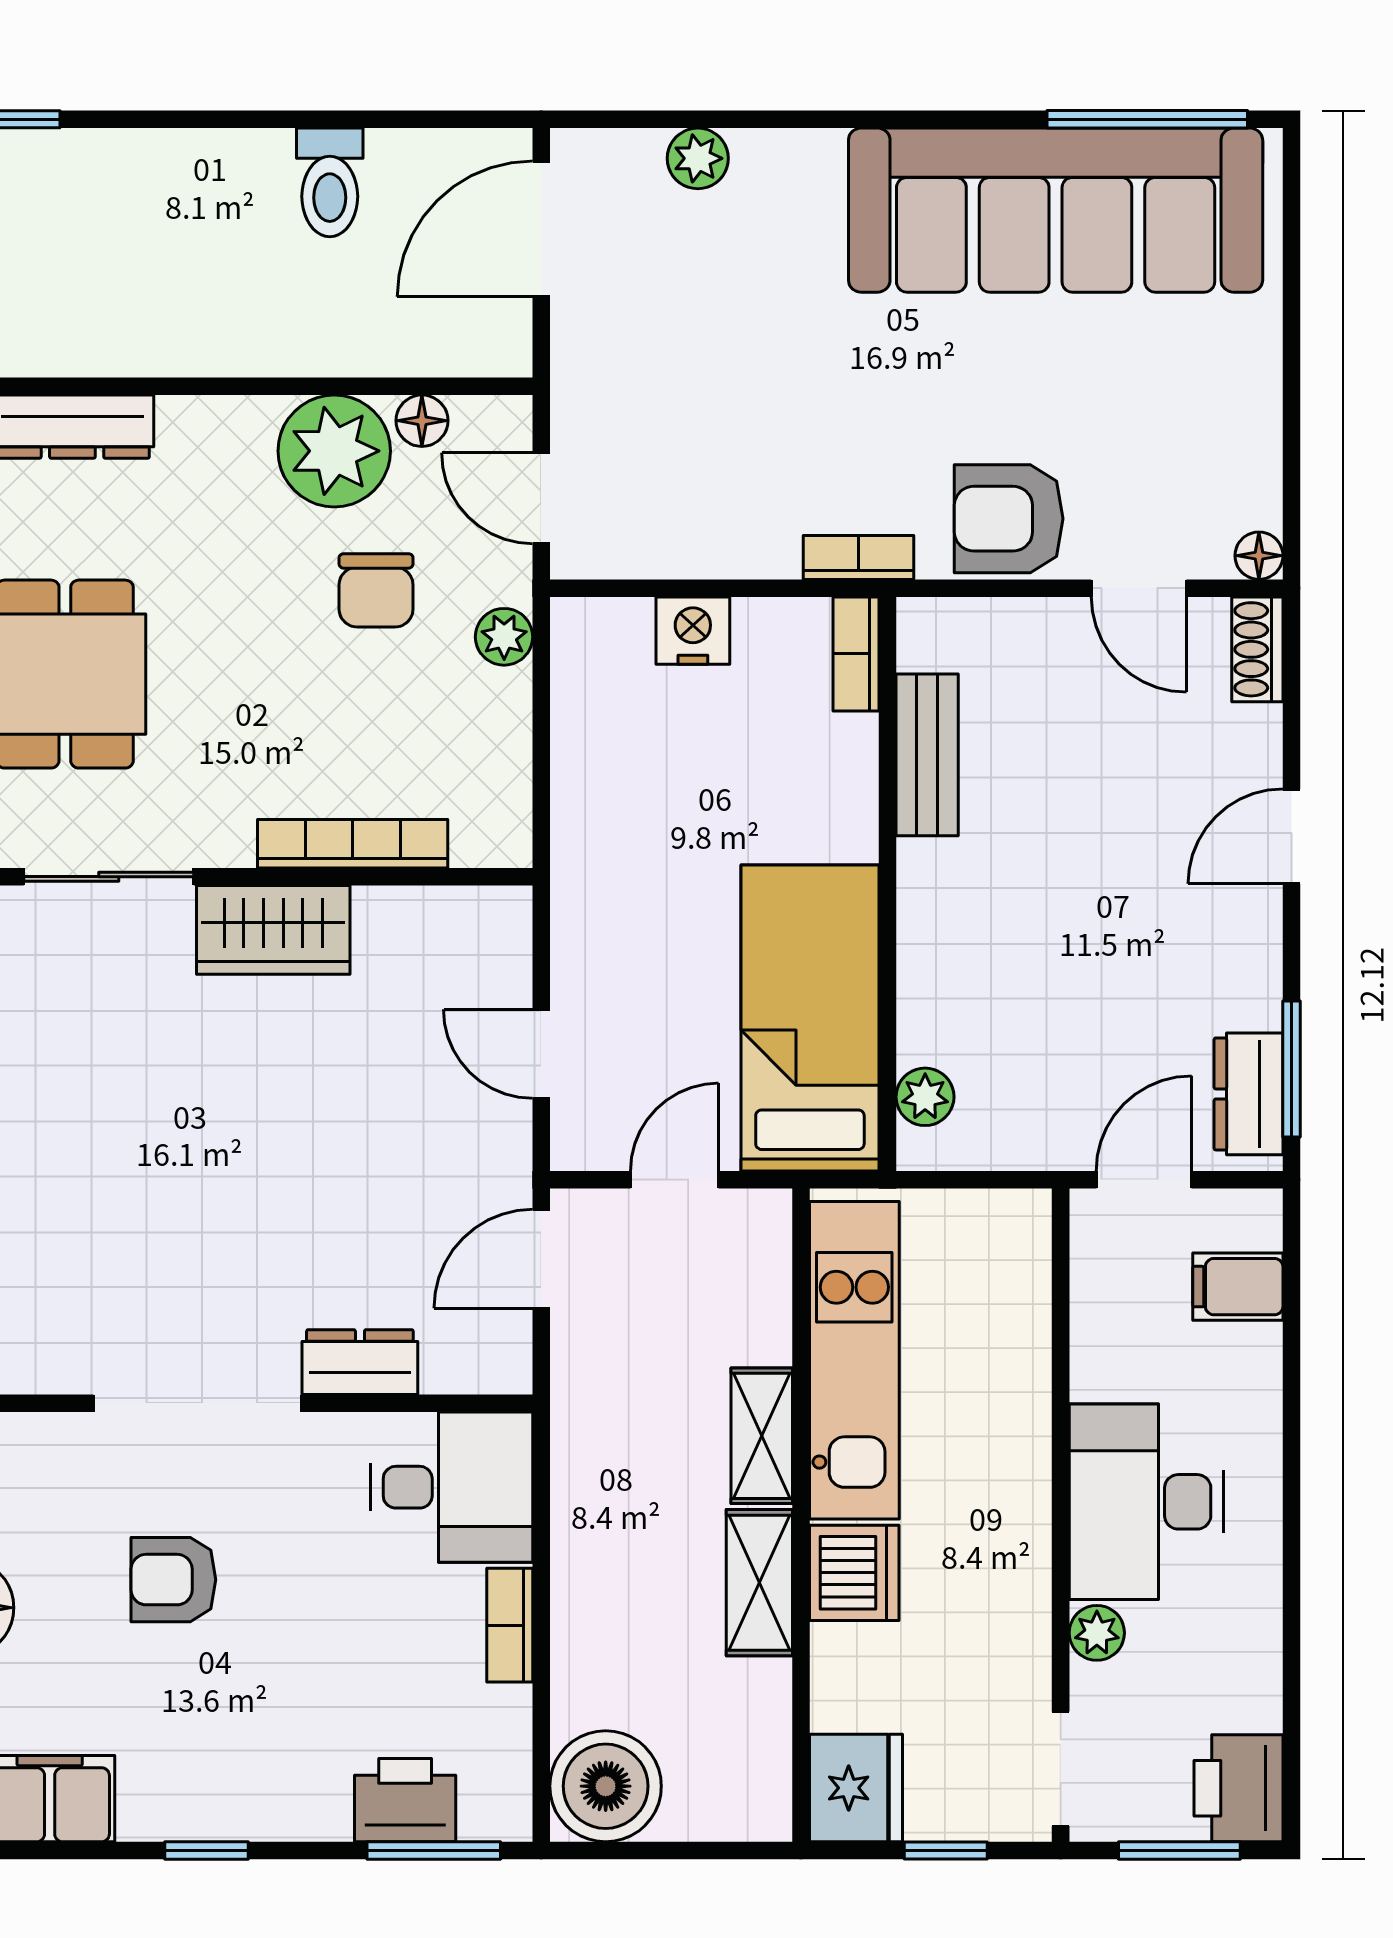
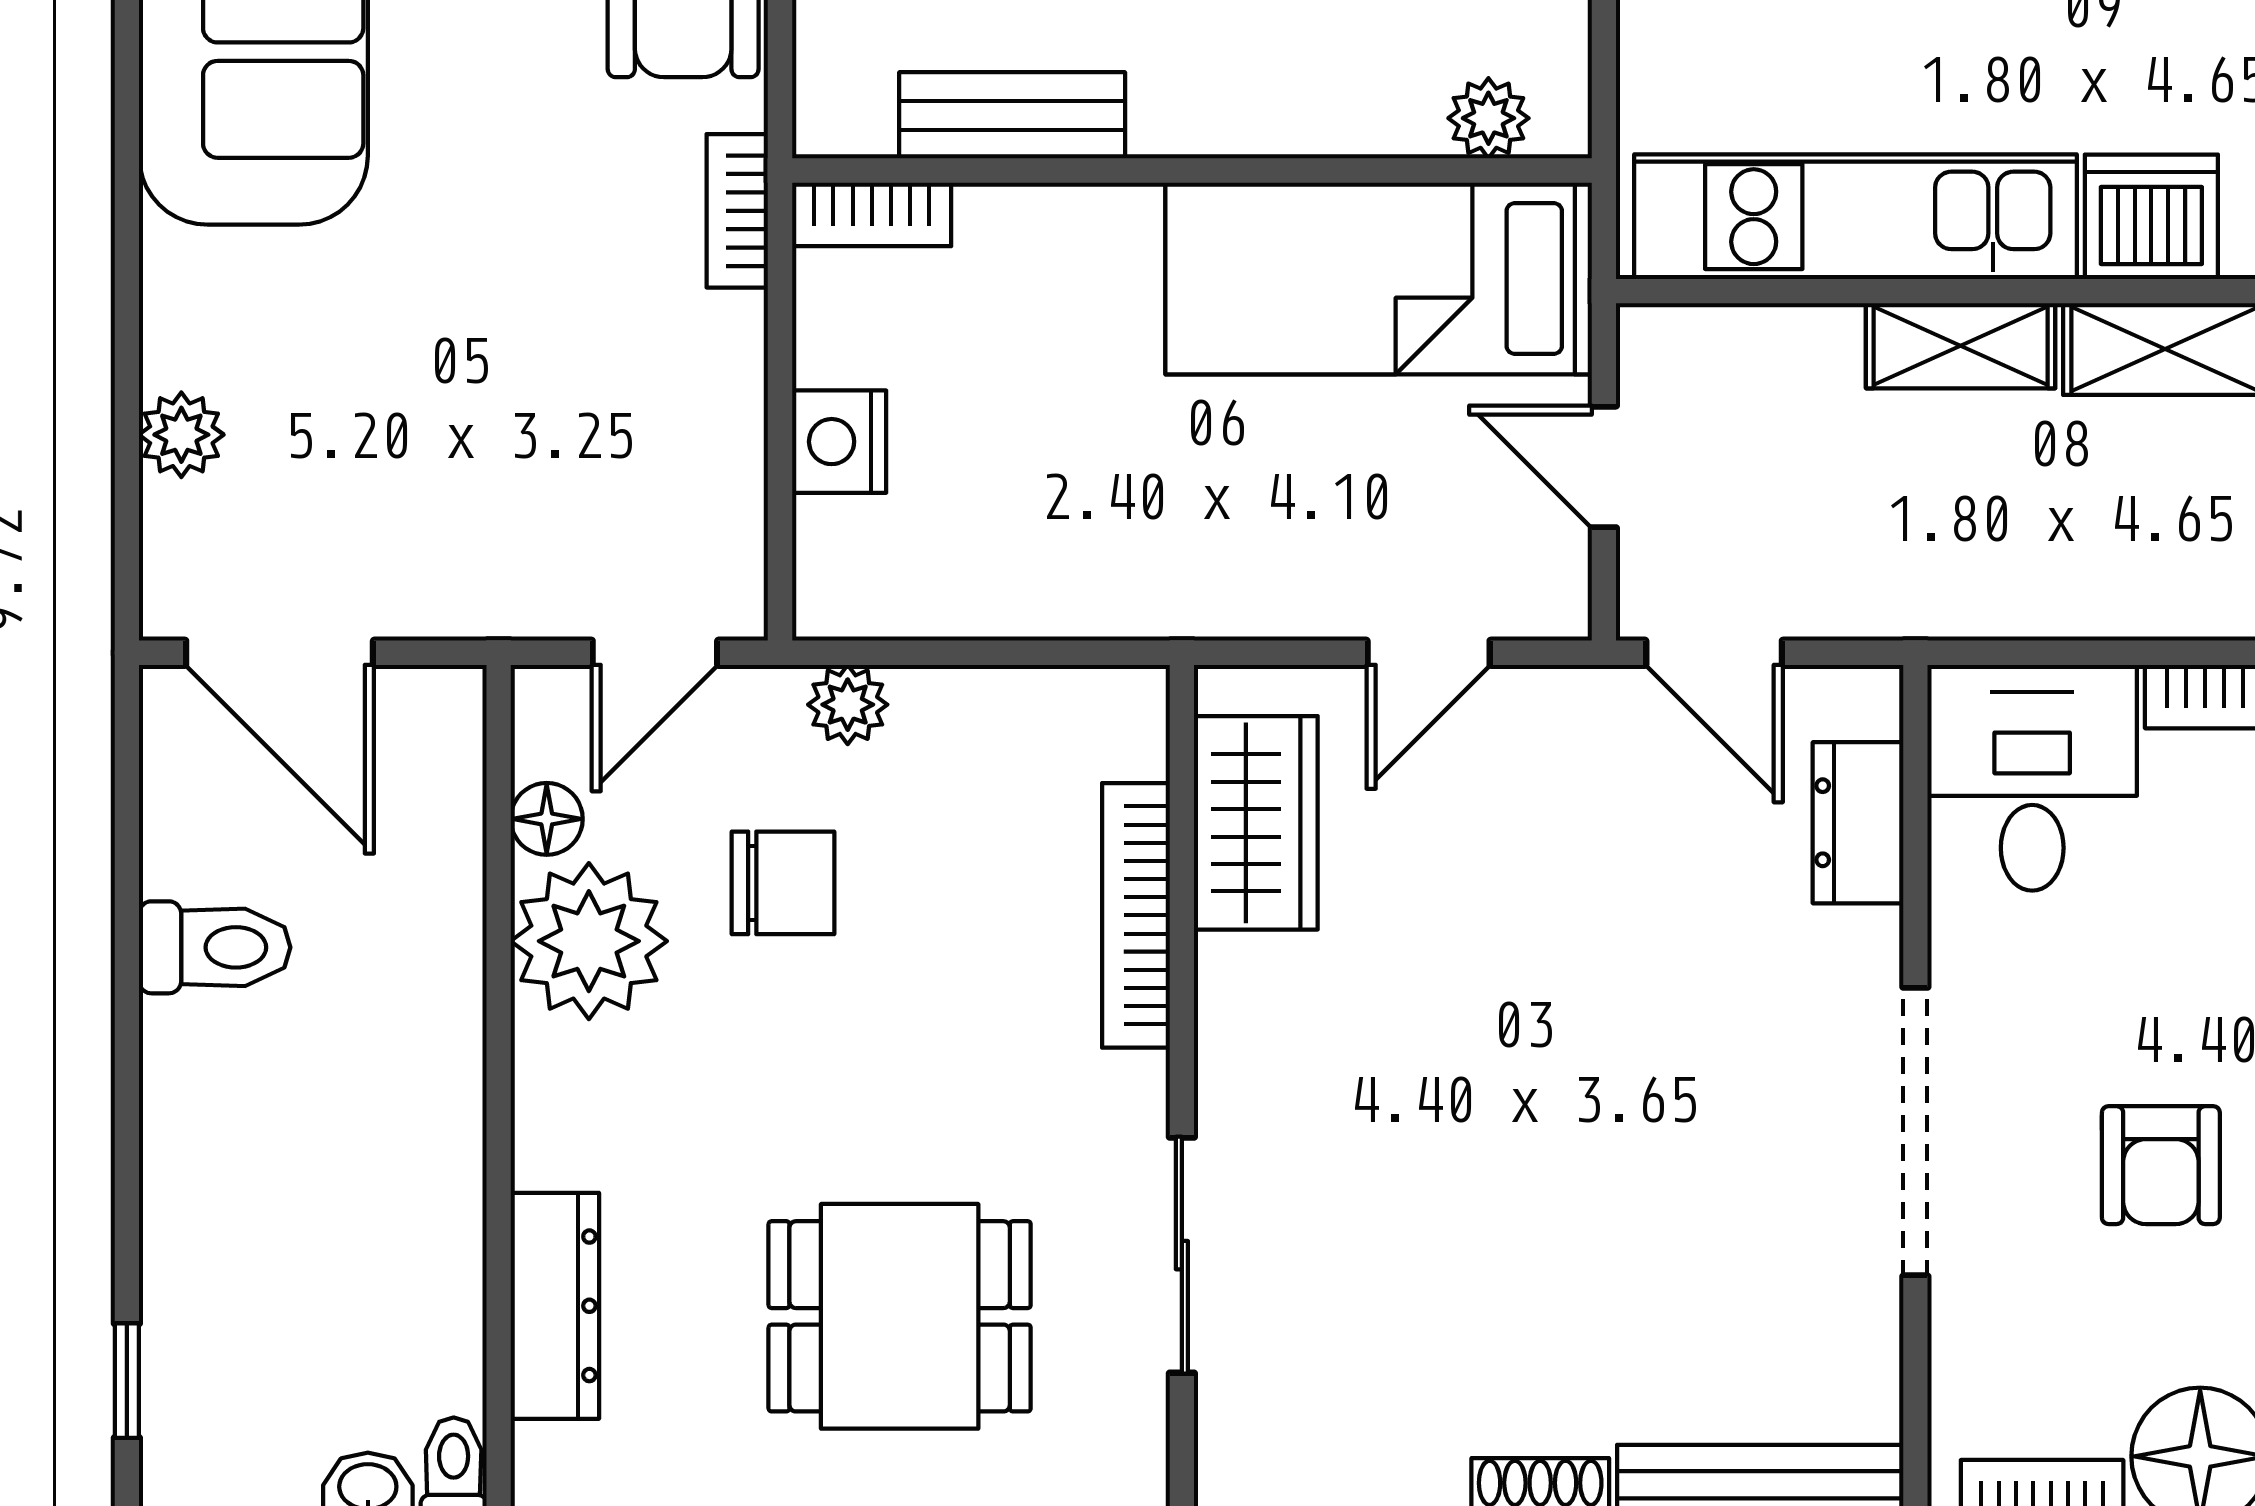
wardrobe: (273, 930) -> (1256, 823), moved
dresser: (360, 1362) -> (1858, 823), moved

